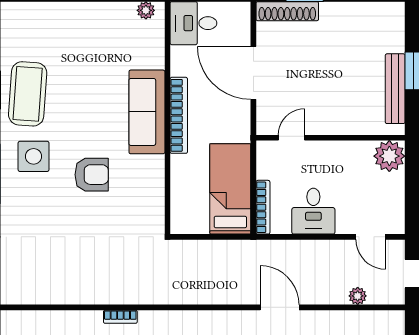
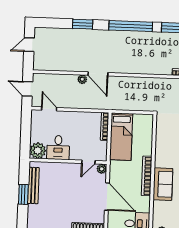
sofa: (147, 112) -> (163, 184), width x0.73
plant: (265, 126) -> (102, 169), added
desk: (313, 211) -> (58, 147), moved, turned 180
plant: (358, 296) -> (82, 79), moved

